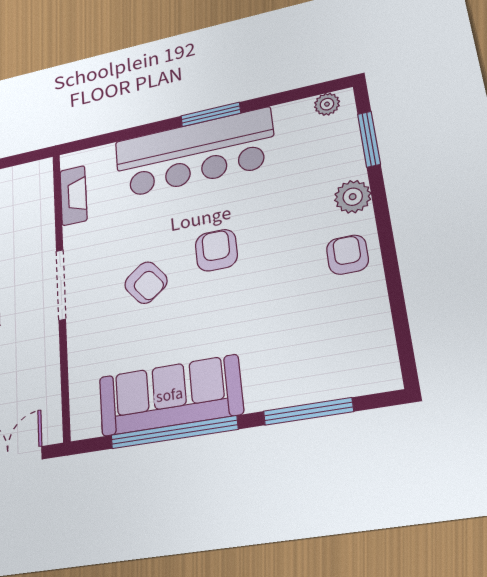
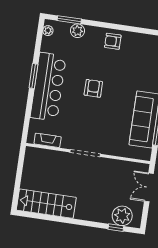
plant: (353, 197) -> (77, 31), moved
armchair: (216, 250) -> (93, 88), turned 90
armchair: (146, 283) -> (97, 119), removed

